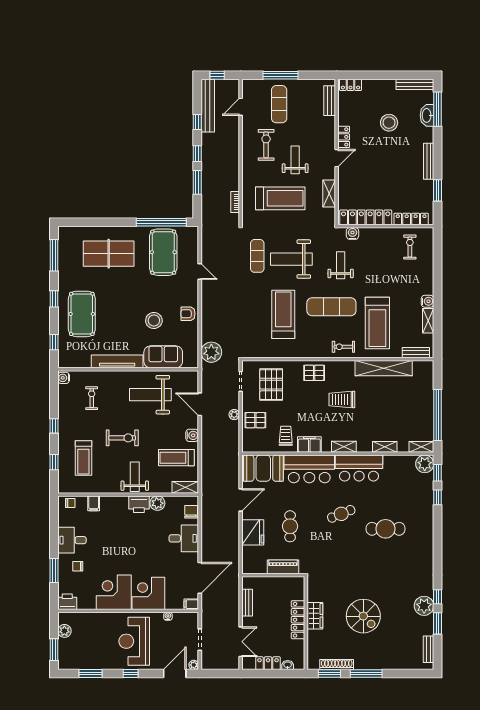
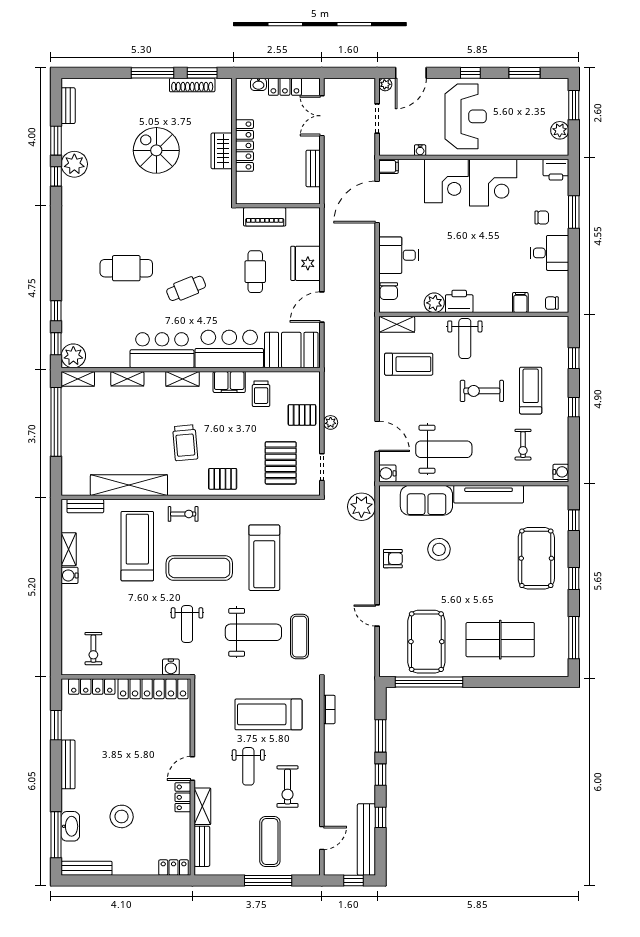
shelving: (329, 193) -> (202, 806), moved
trolley: (342, 400) -> (185, 443), turned 85
water cooler: (192, 435) -> (387, 473), moved
treadmill: (83, 458) -> (531, 391), moved

